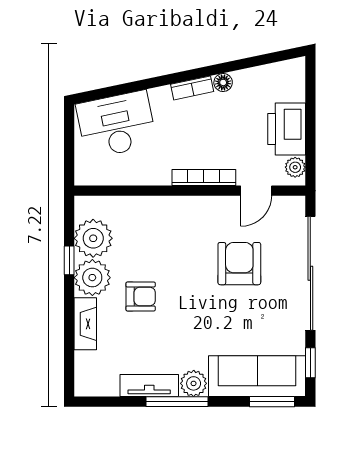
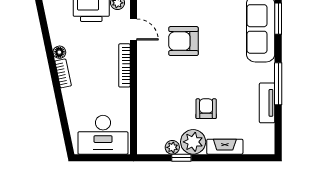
desk: (116, 125) -> (103, 135), moved, turned -78
plant: (93, 238) -> (172, 147), width x0.53, depth x0.53
plant: (194, 383) -> (266, 72), removed

